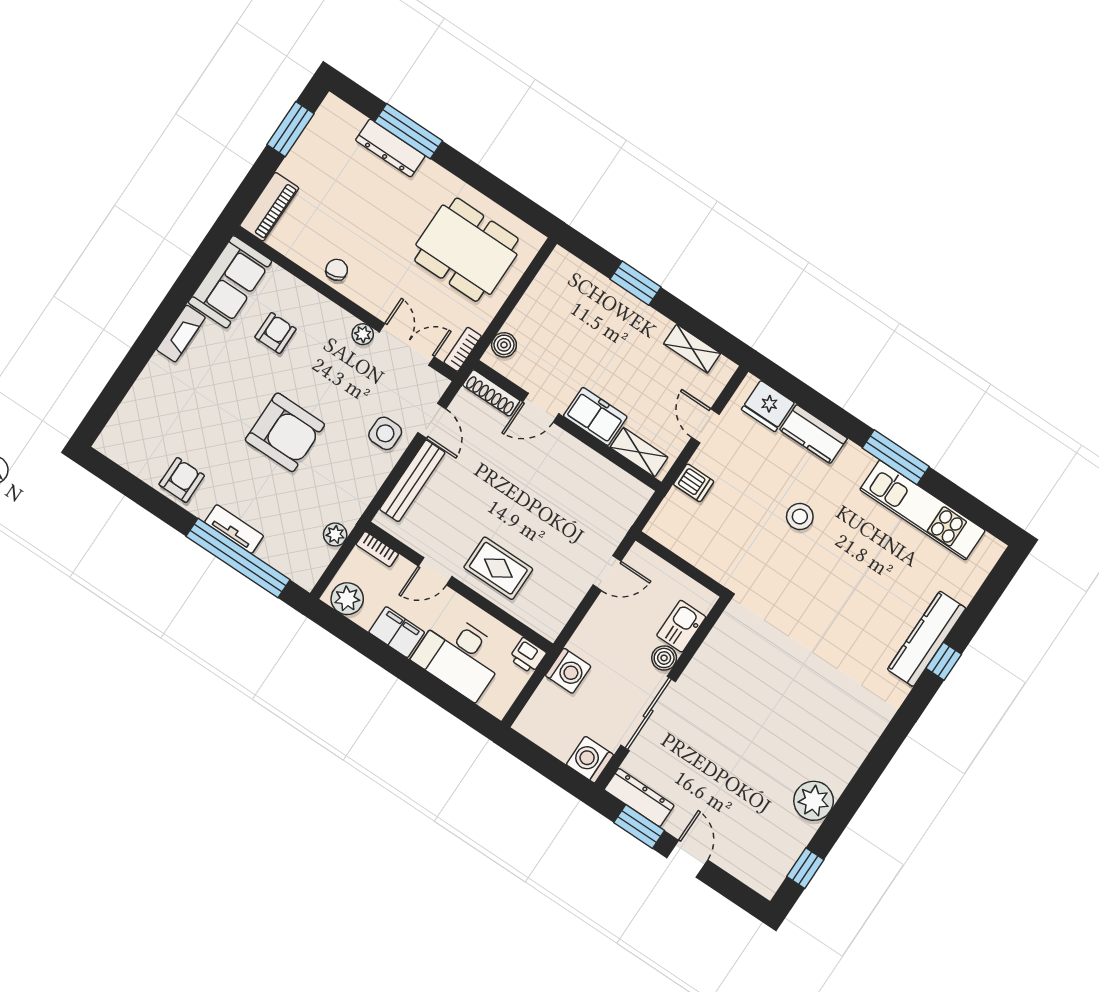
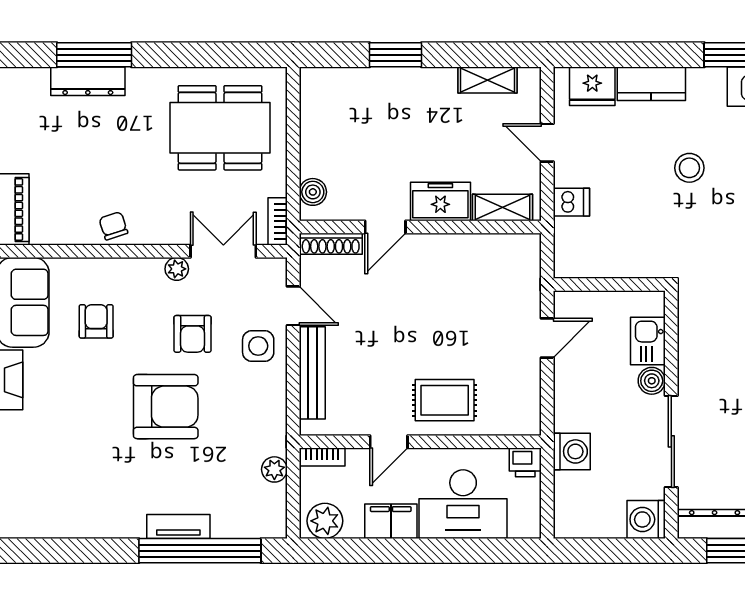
armchair: (182, 480) -> (193, 334), moved, turned 180

